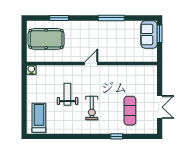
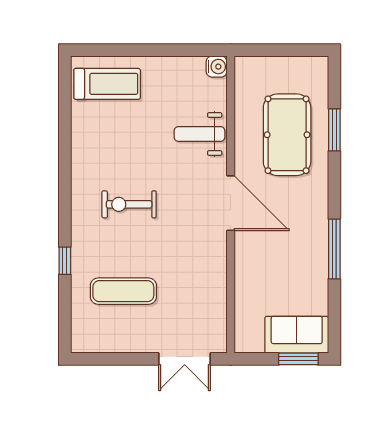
pool table: (46, 39) -> (287, 135), moved
door: (91, 63) -> (231, 203), width x1.87
weight bench: (67, 94) -> (199, 134), moved, turned 180
double door: (160, 107) -> (185, 359), moved

